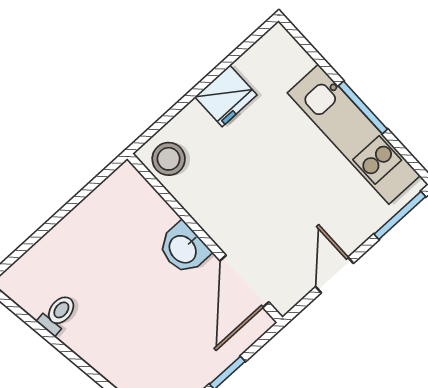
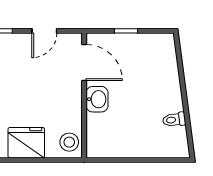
fridge: (226, 96) -> (26, 143), width x1.36, depth x1.34
door: (244, 281) -> (84, 62), hinge flipped

